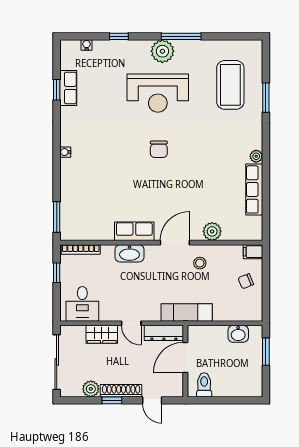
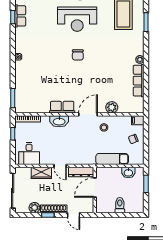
exam couch: (187, 312) -> (112, 159), moved
toilet: (204, 385) -> (120, 205), moved

